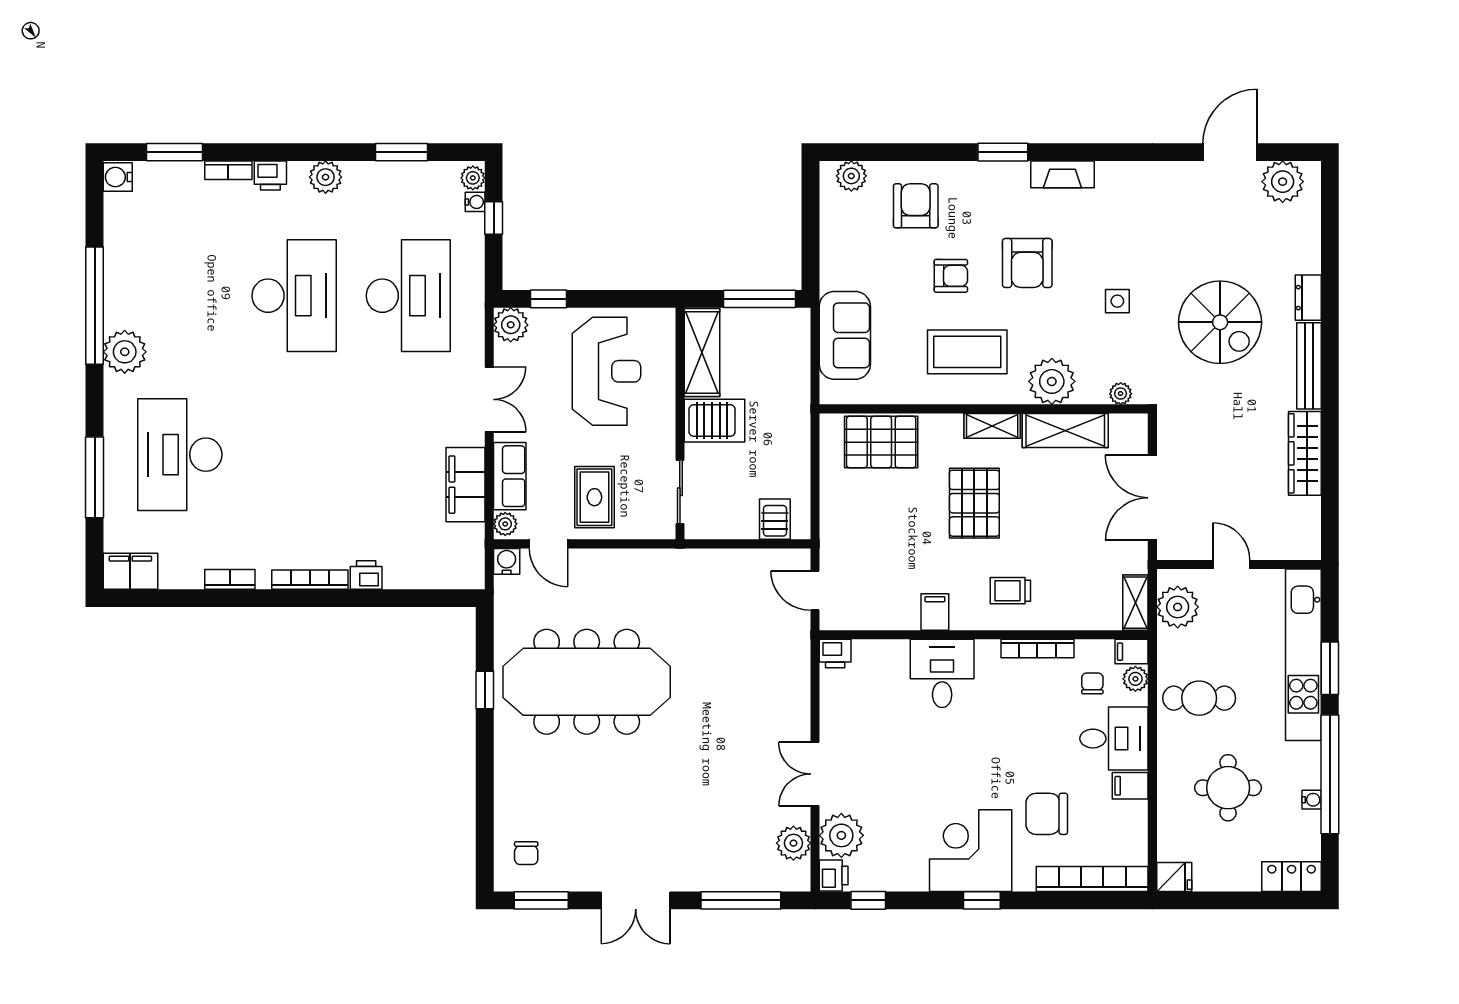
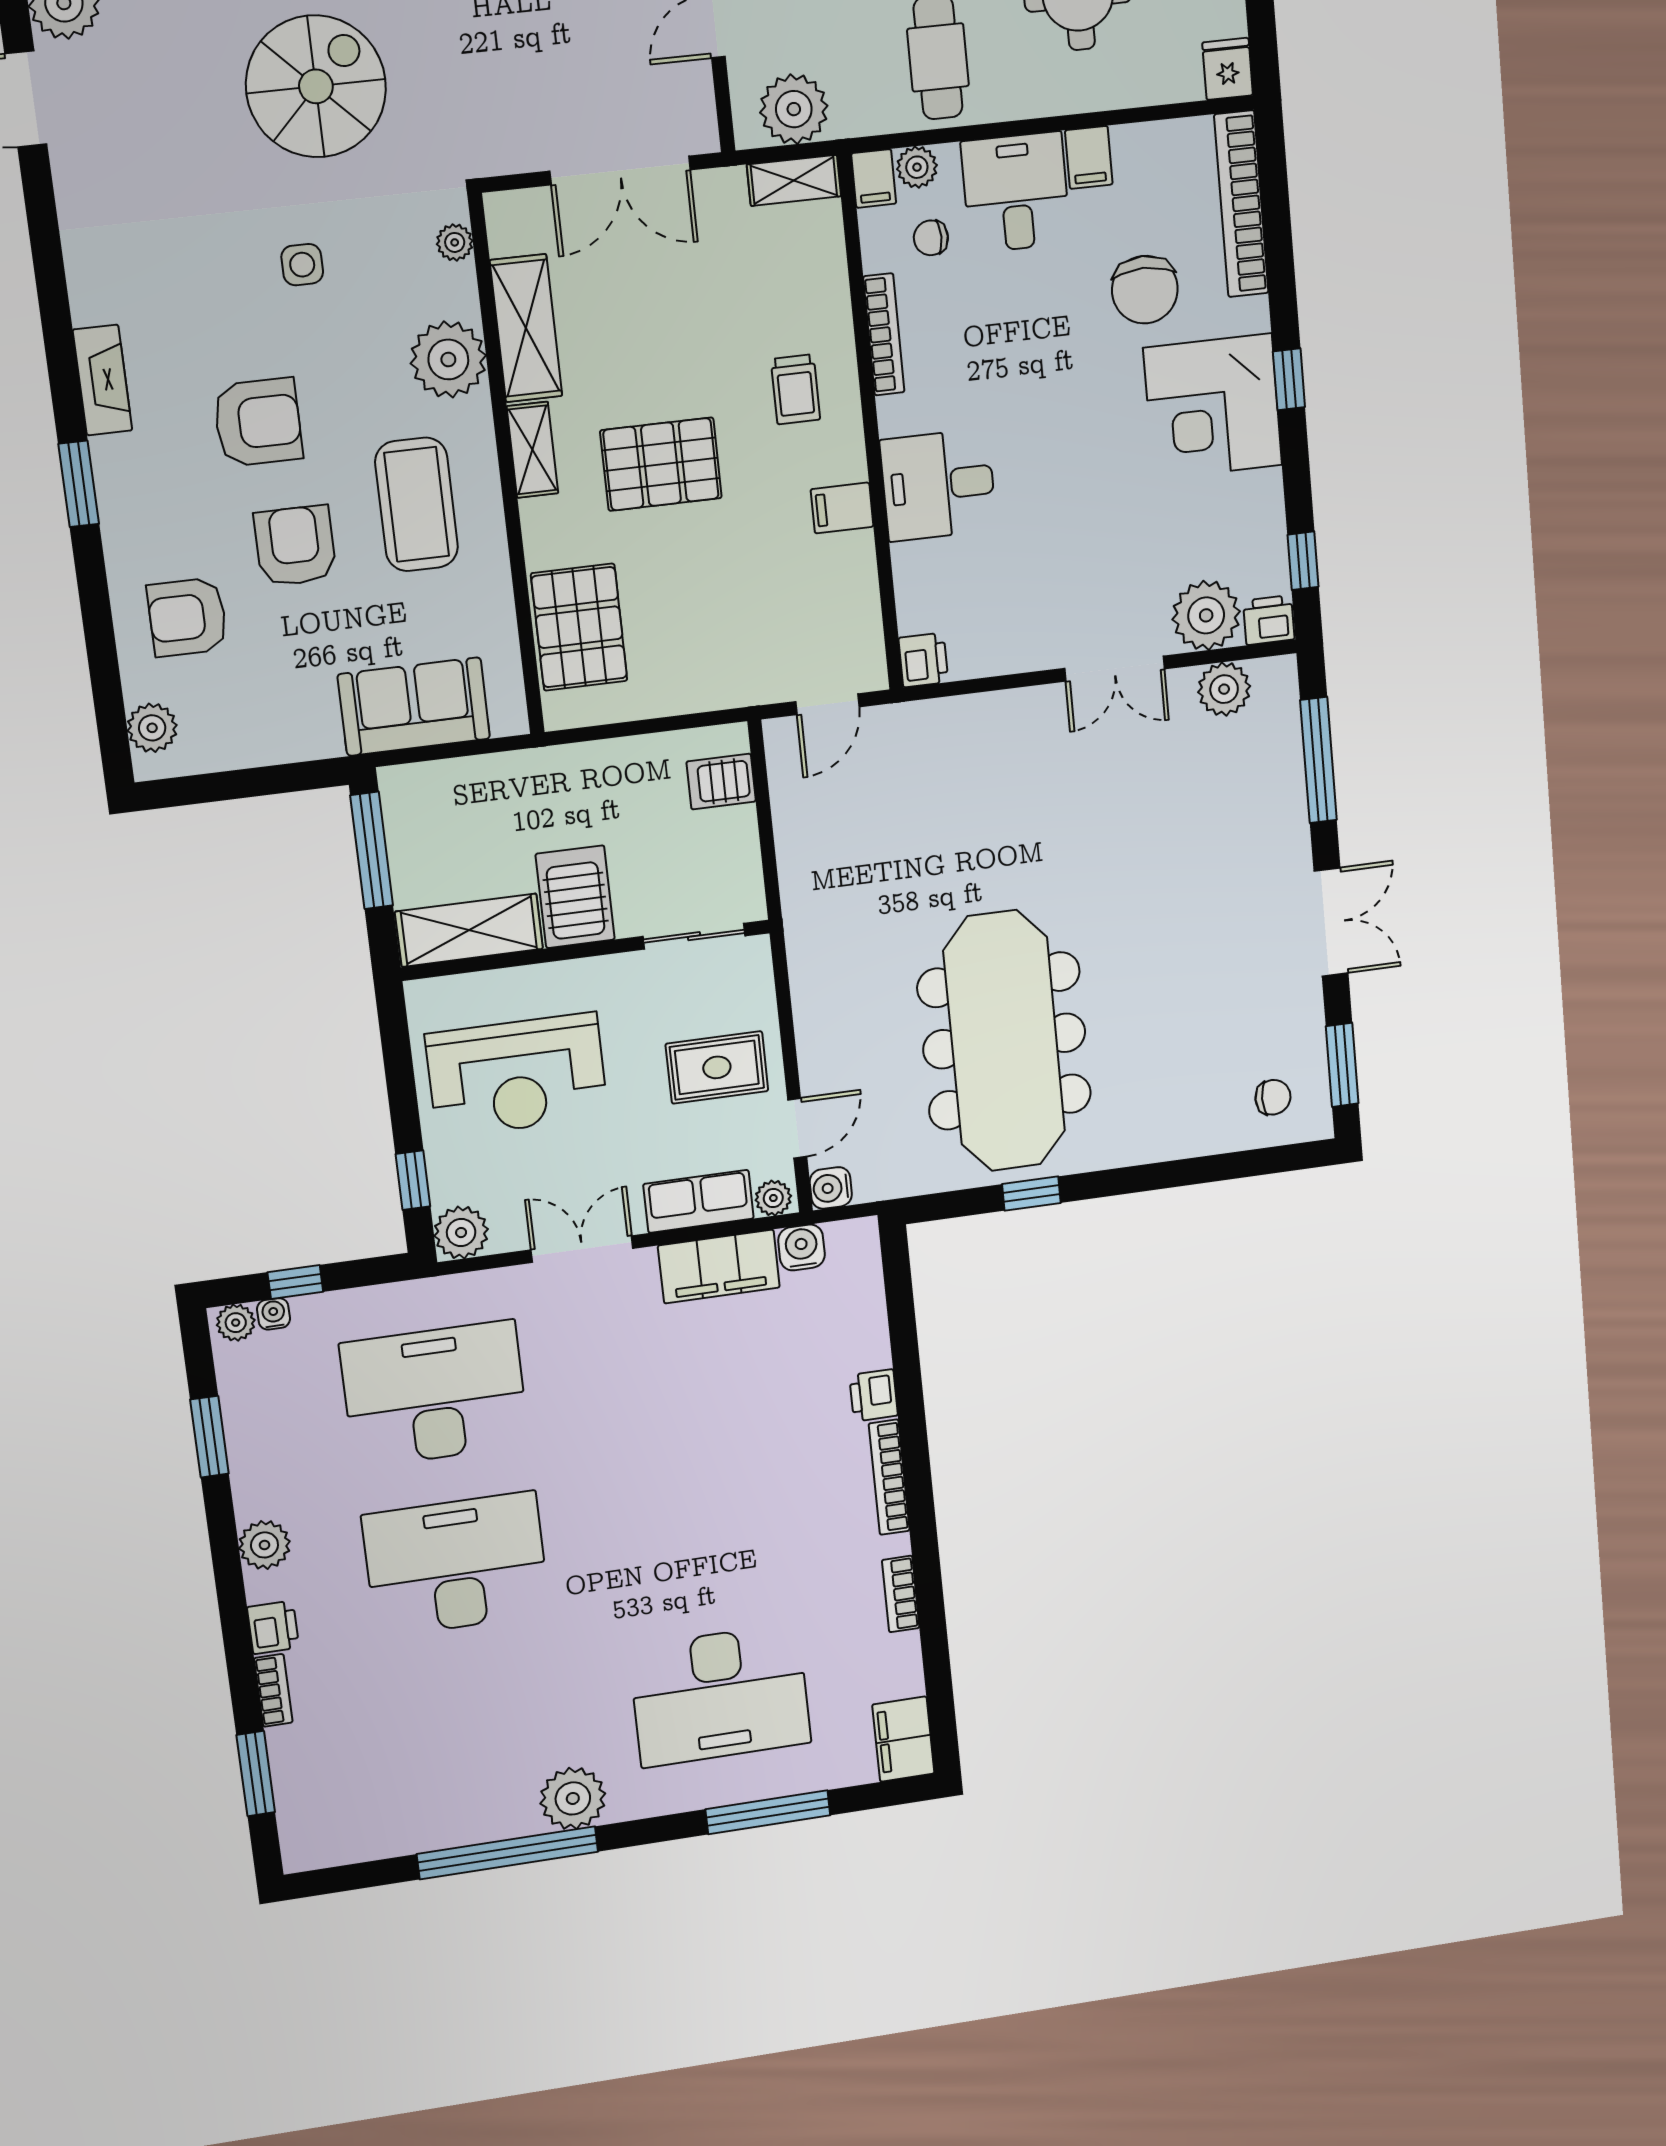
water cooler: (118, 177) -> (801, 1247), moved, turned 180
armchair: (951, 276) -> (295, 546), width x1.38, depth x1.38
reception desk: (606, 371) -> (517, 1075), turned 180

